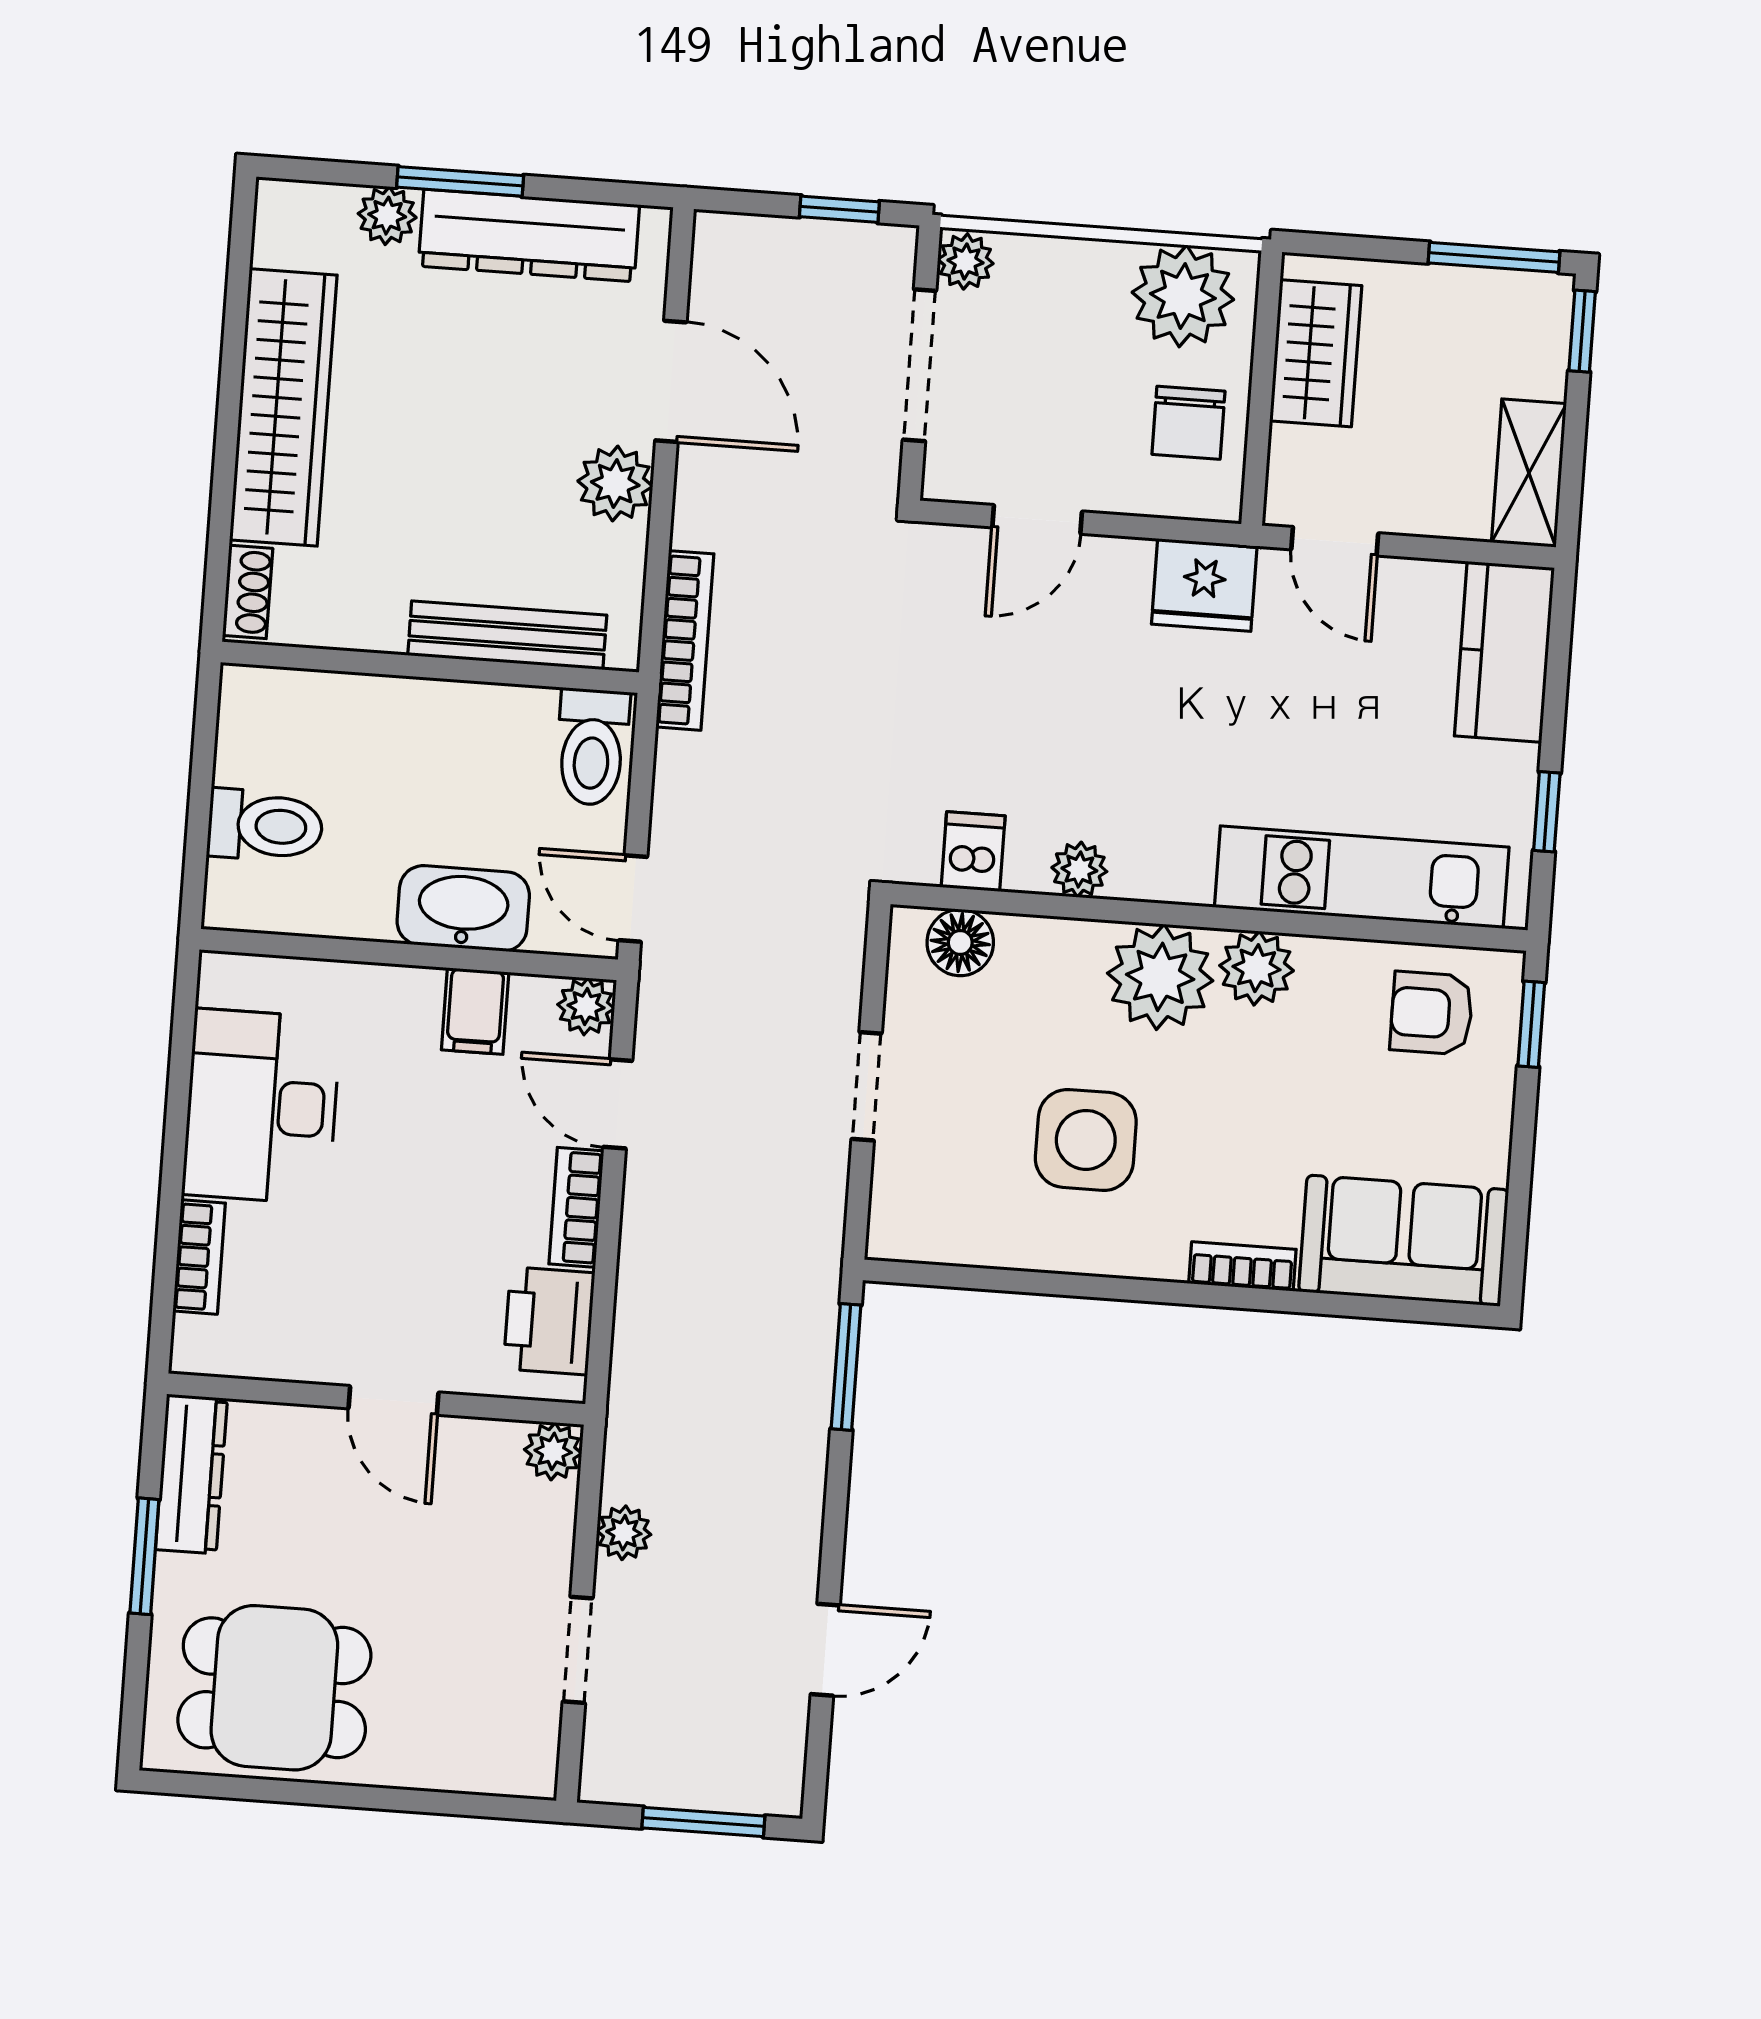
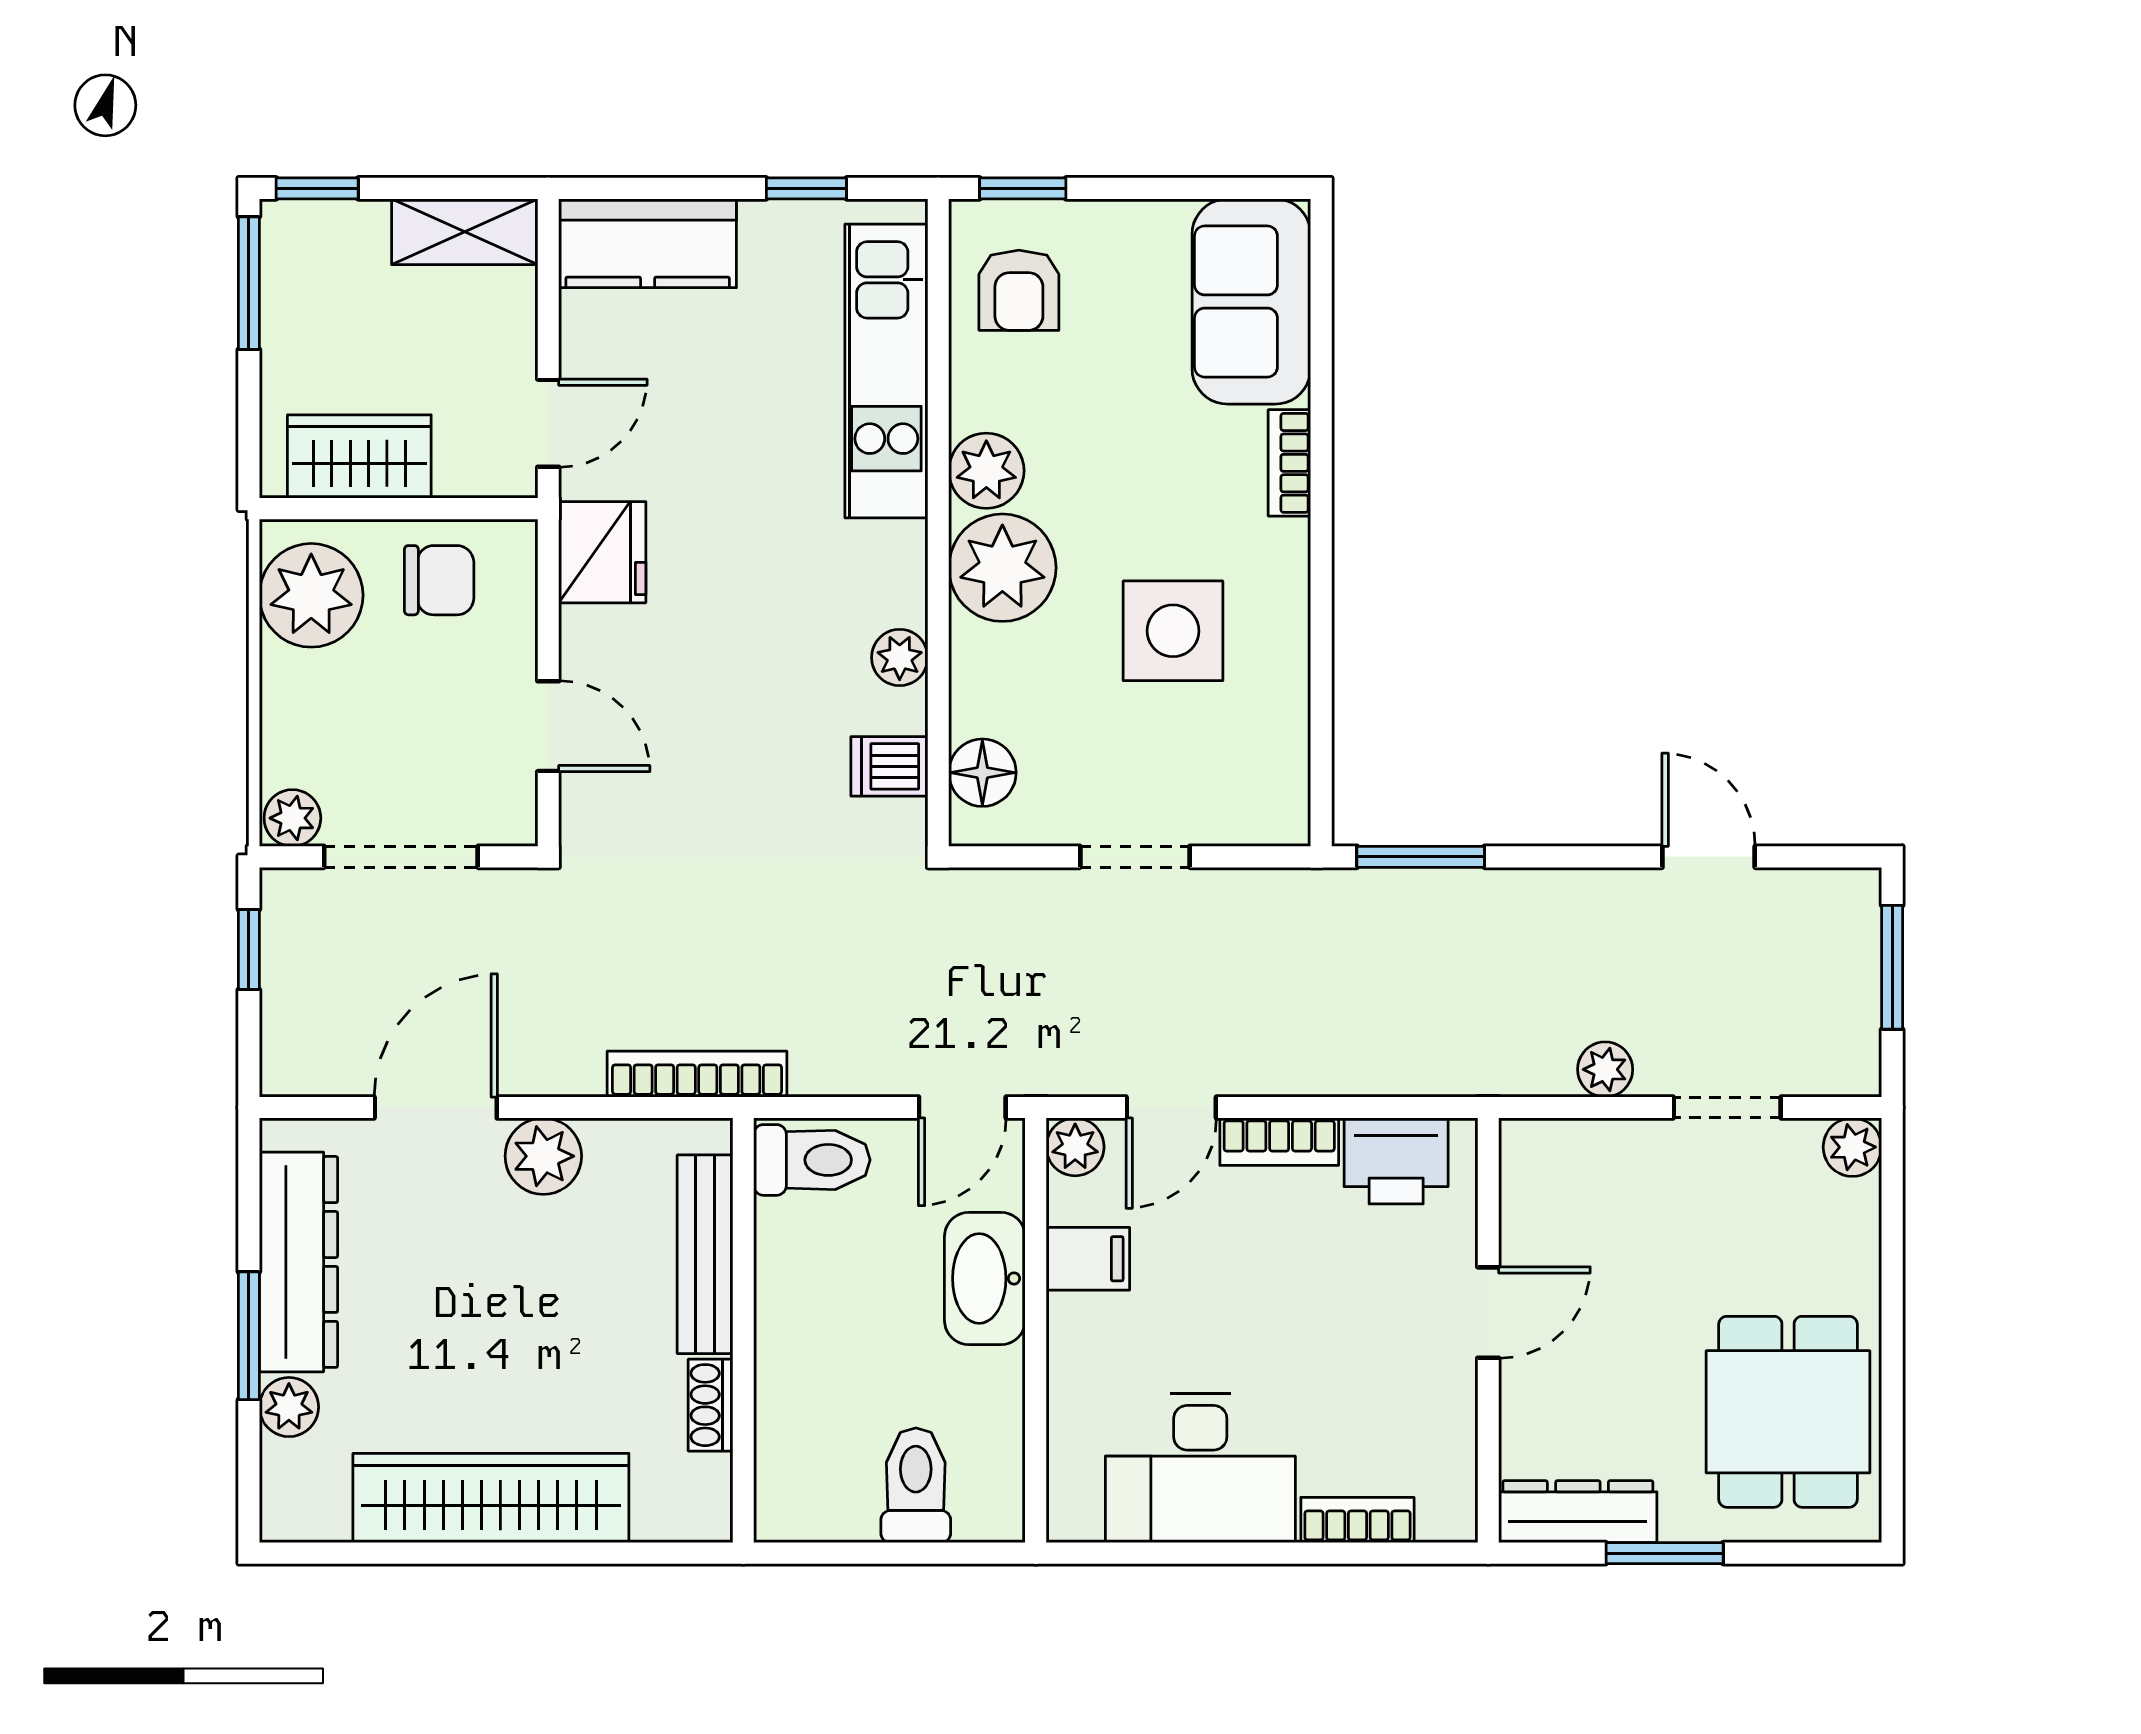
shoe rack: (248, 592) -> (710, 1405), moved, turned -90
plant: (553, 1451) -> (1852, 1147), moved

